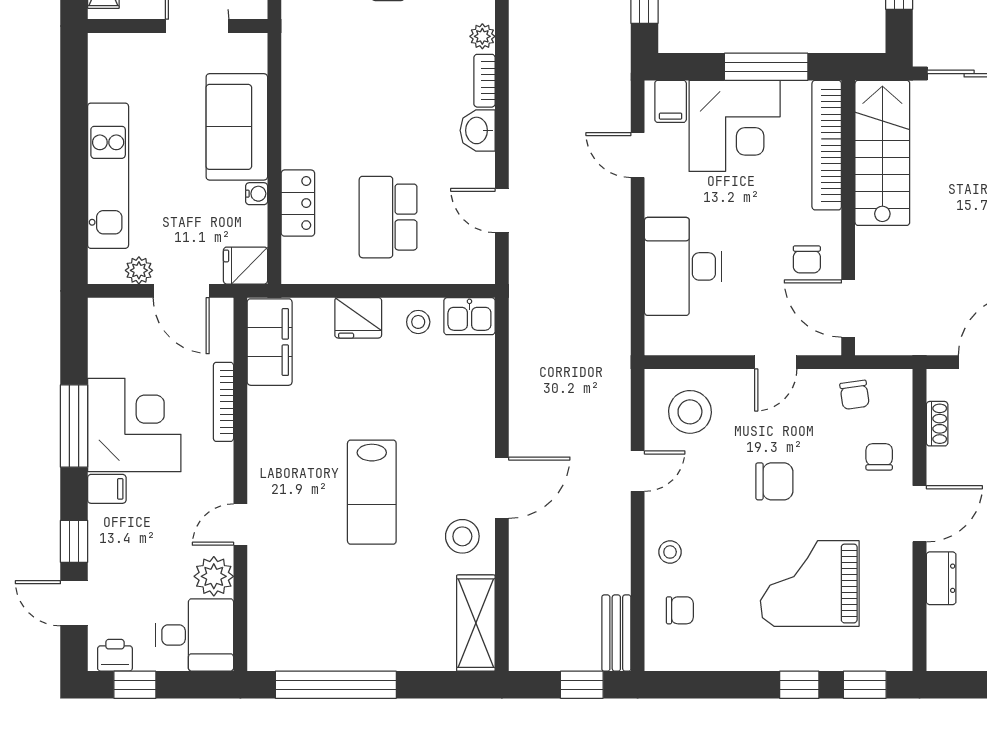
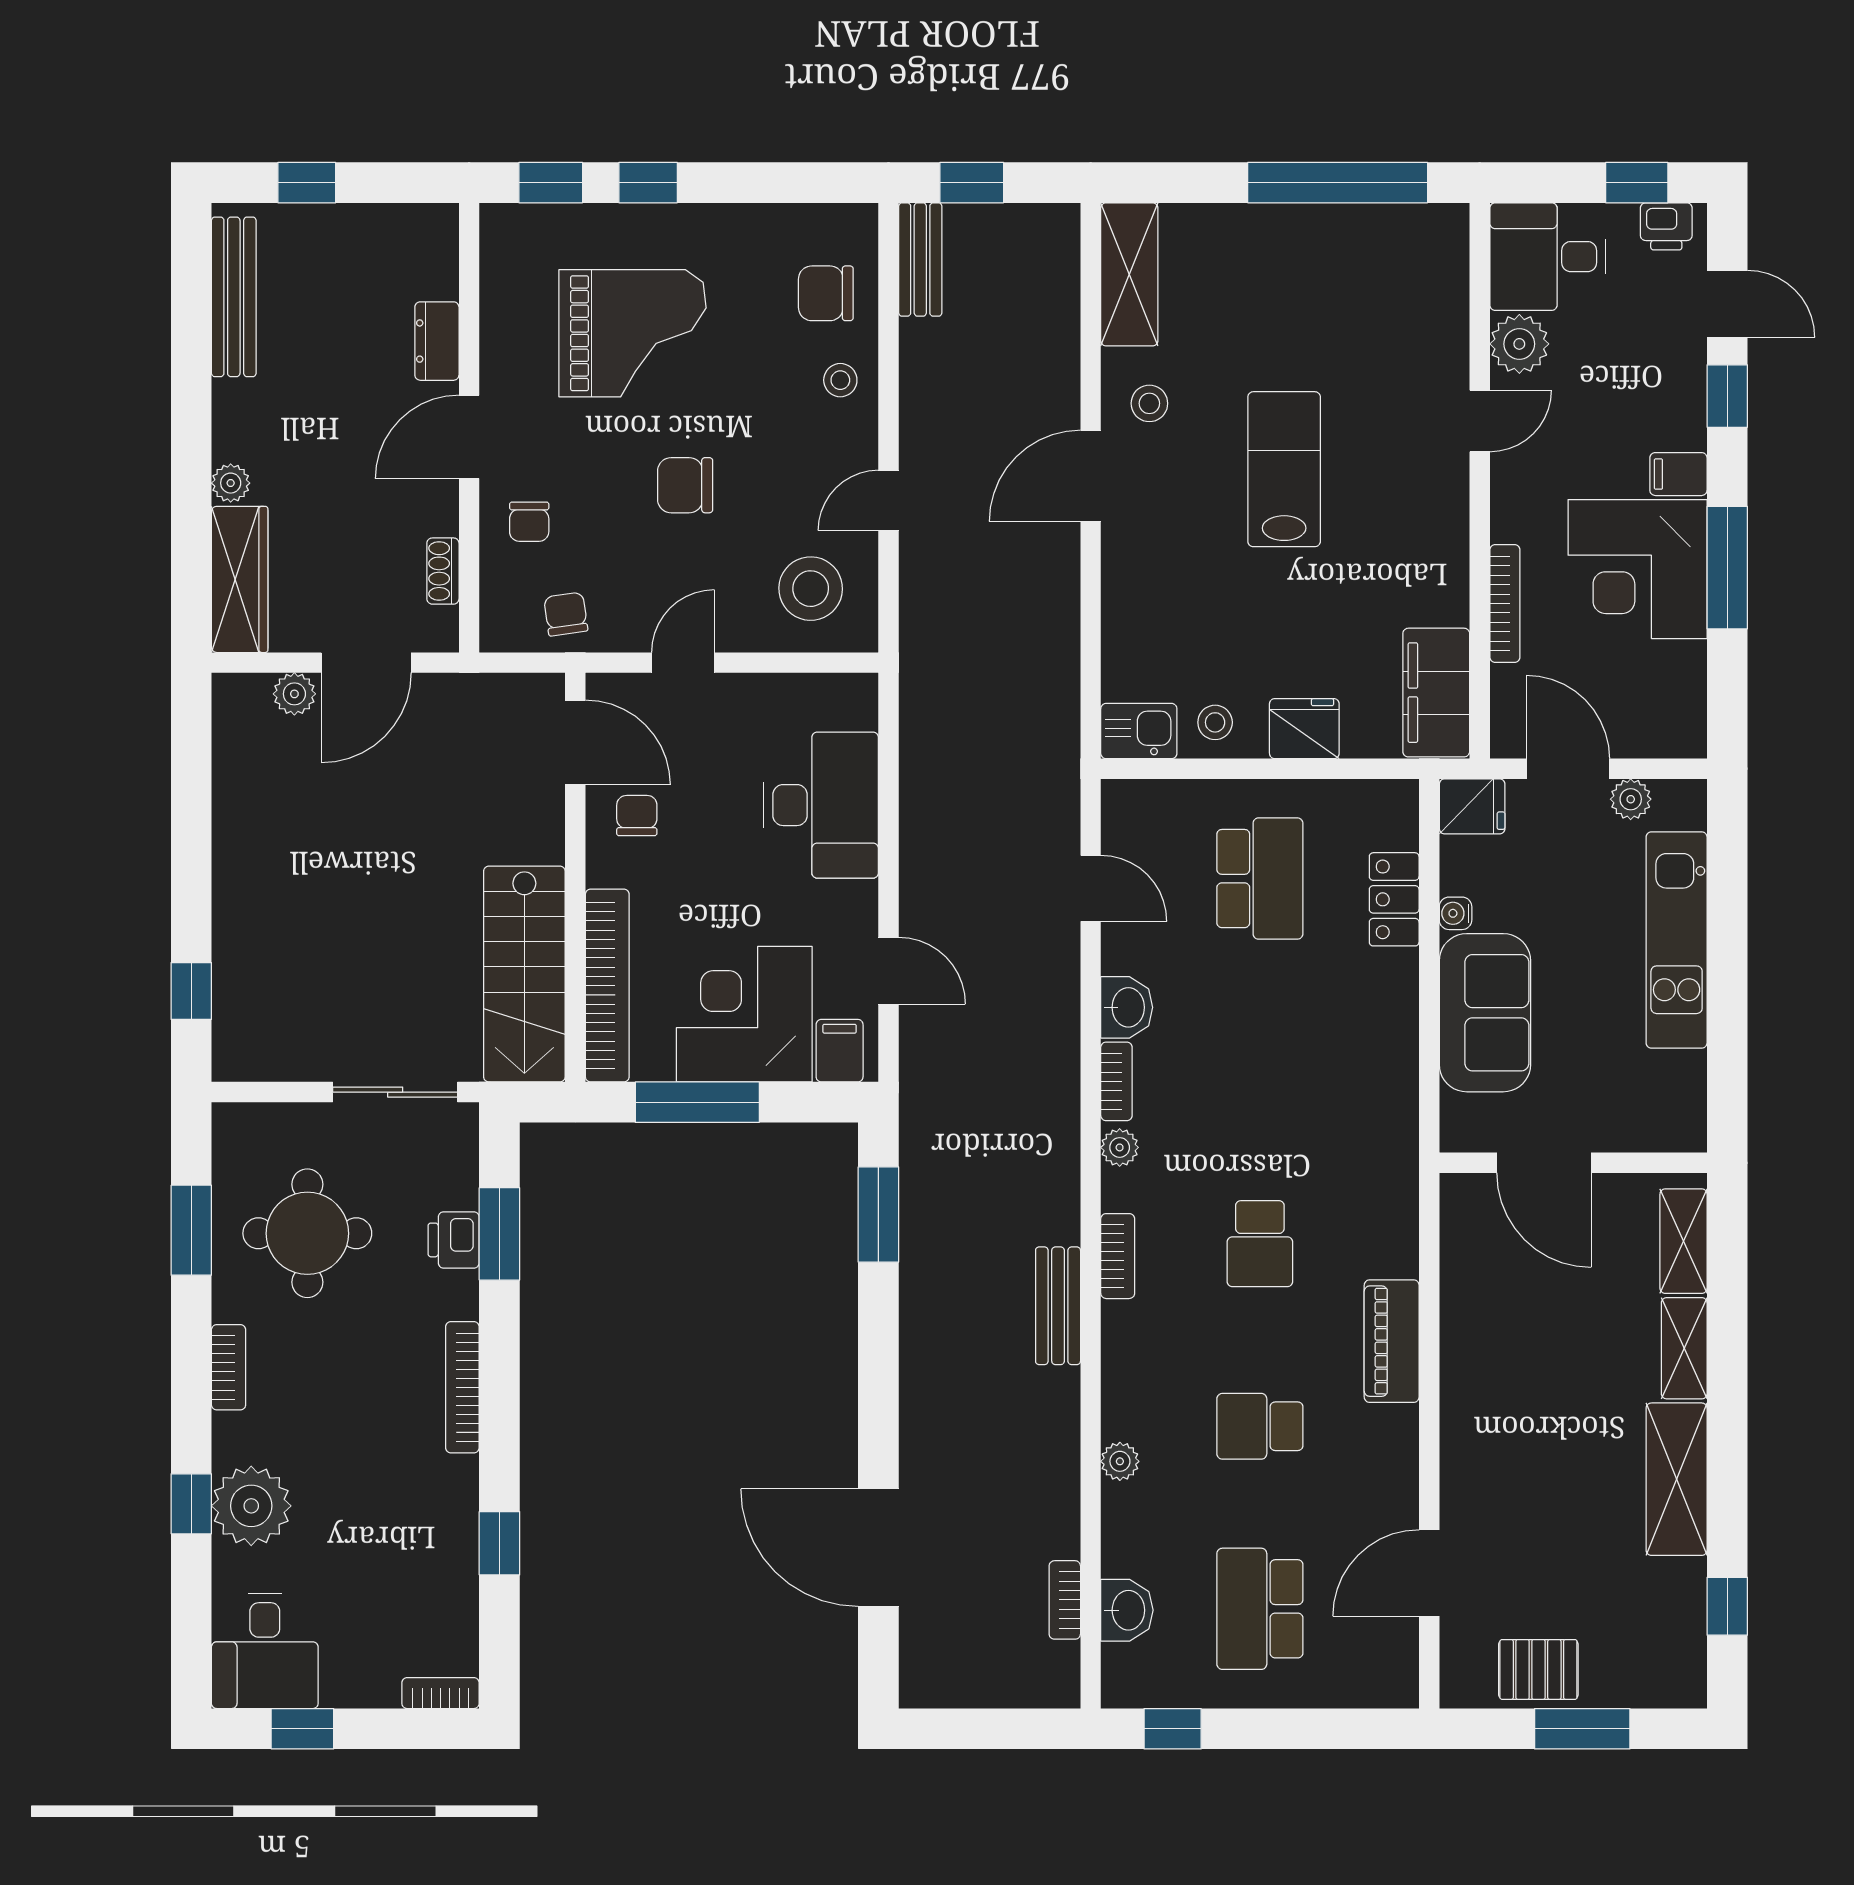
stool: (462, 536) -> (1149, 403), width x0.73, depth x0.73
chair: (680, 610) -> (826, 293), width x1.37, depth x1.37

